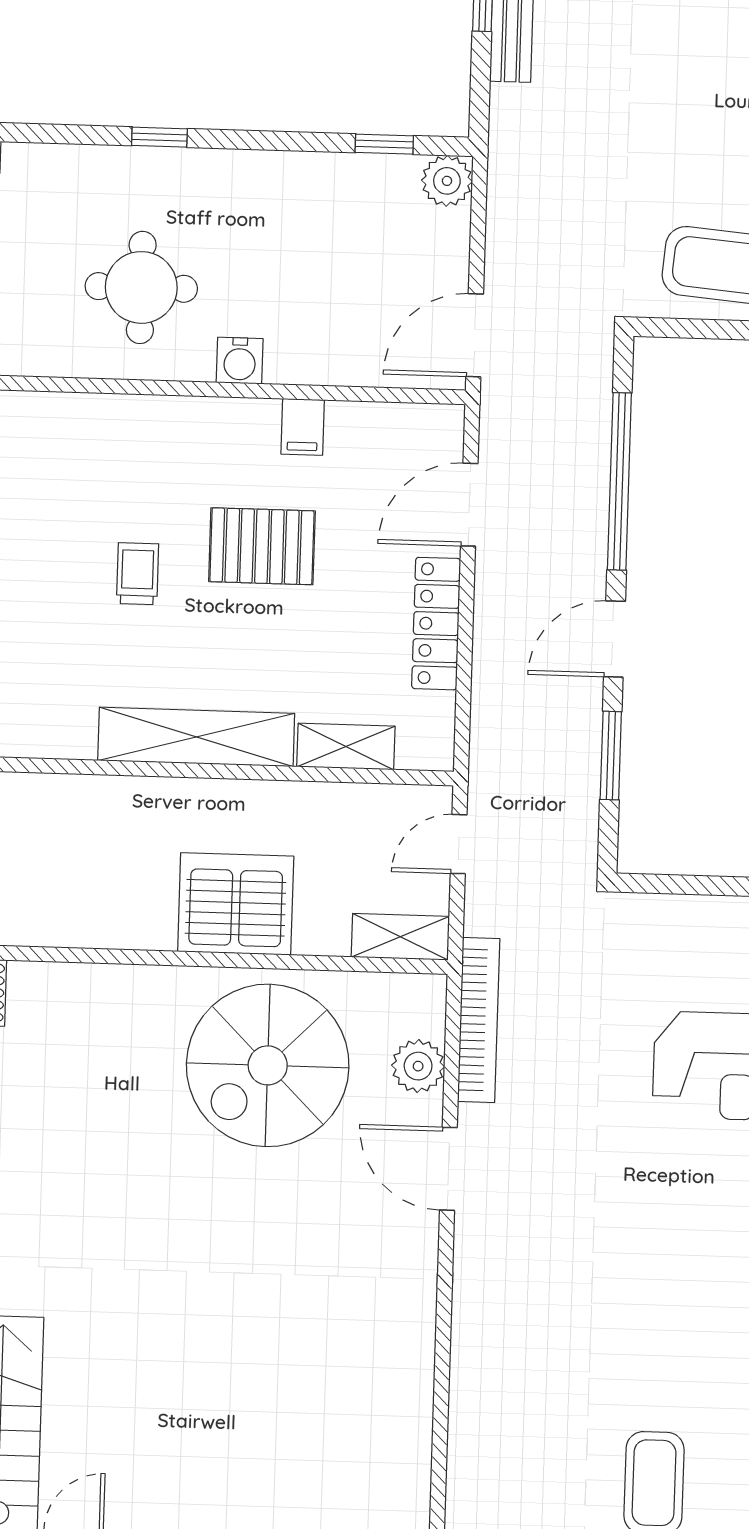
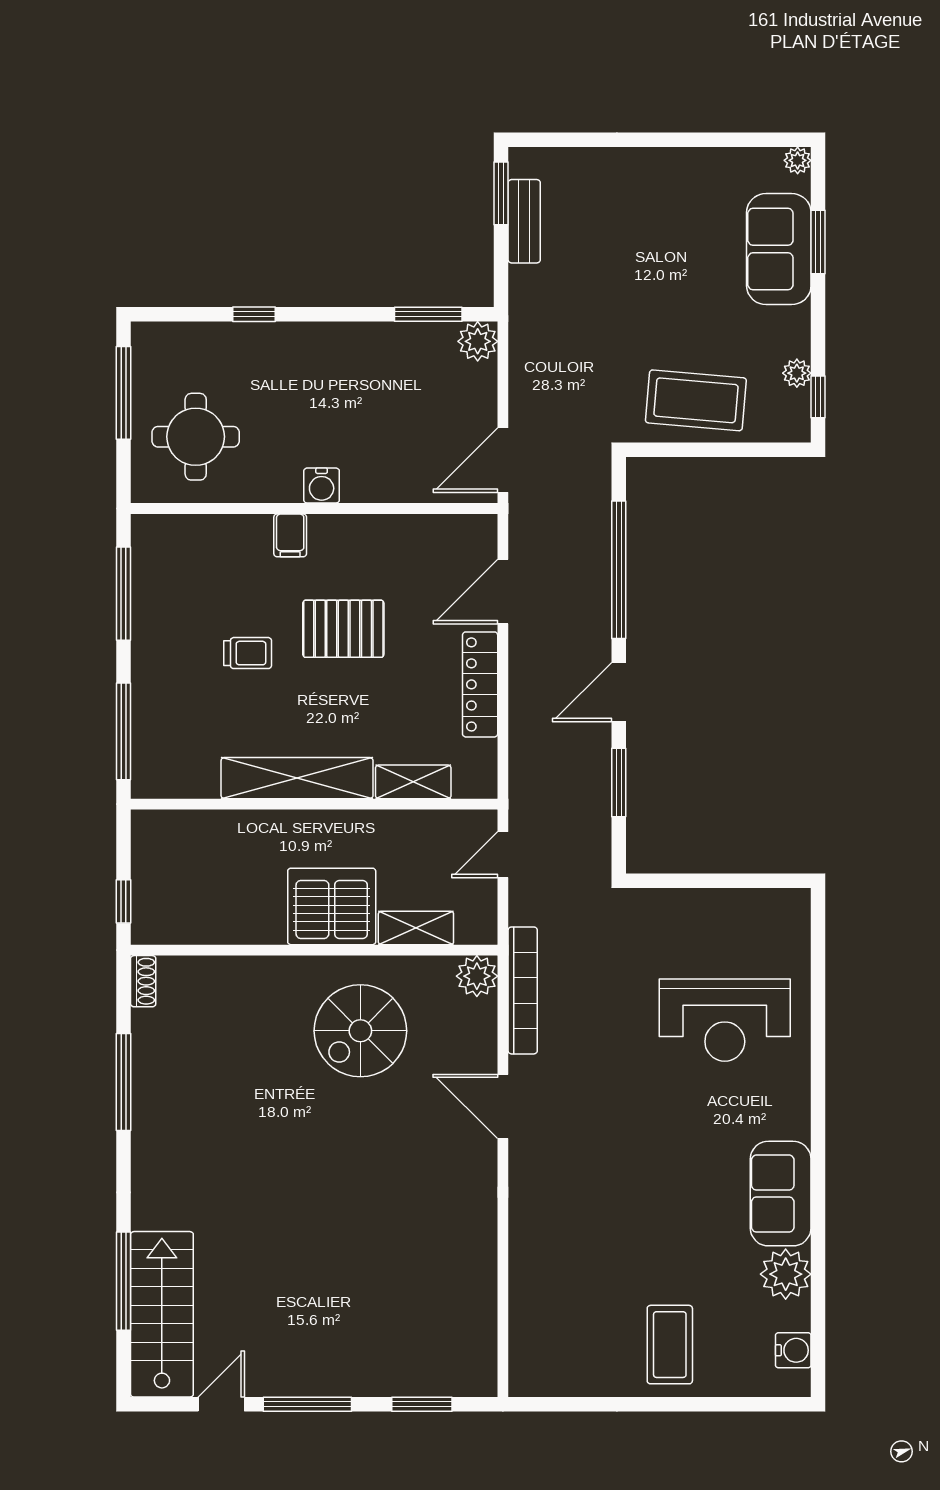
window: (384, 144) -> (428, 314), width x1.50
round table: (141, 287) -> (196, 437), moved
filing cabinet: (303, 427) -> (290, 535), moved
trolley: (138, 574) -> (248, 653), turned 90
shelving: (400, 937) -> (416, 928), moved
spiral stairs: (268, 1065) -> (360, 1031), width x0.73, depth x0.73
plant: (418, 1066) -> (477, 976), moved

